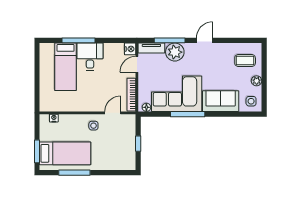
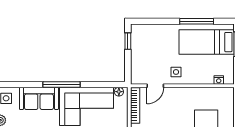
window: (188, 114) -> (62, 84), moved
window: (138, 144) -> (128, 41), moved

